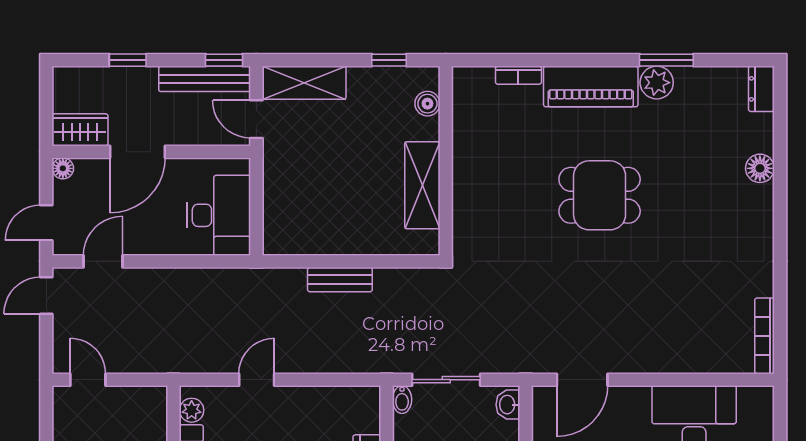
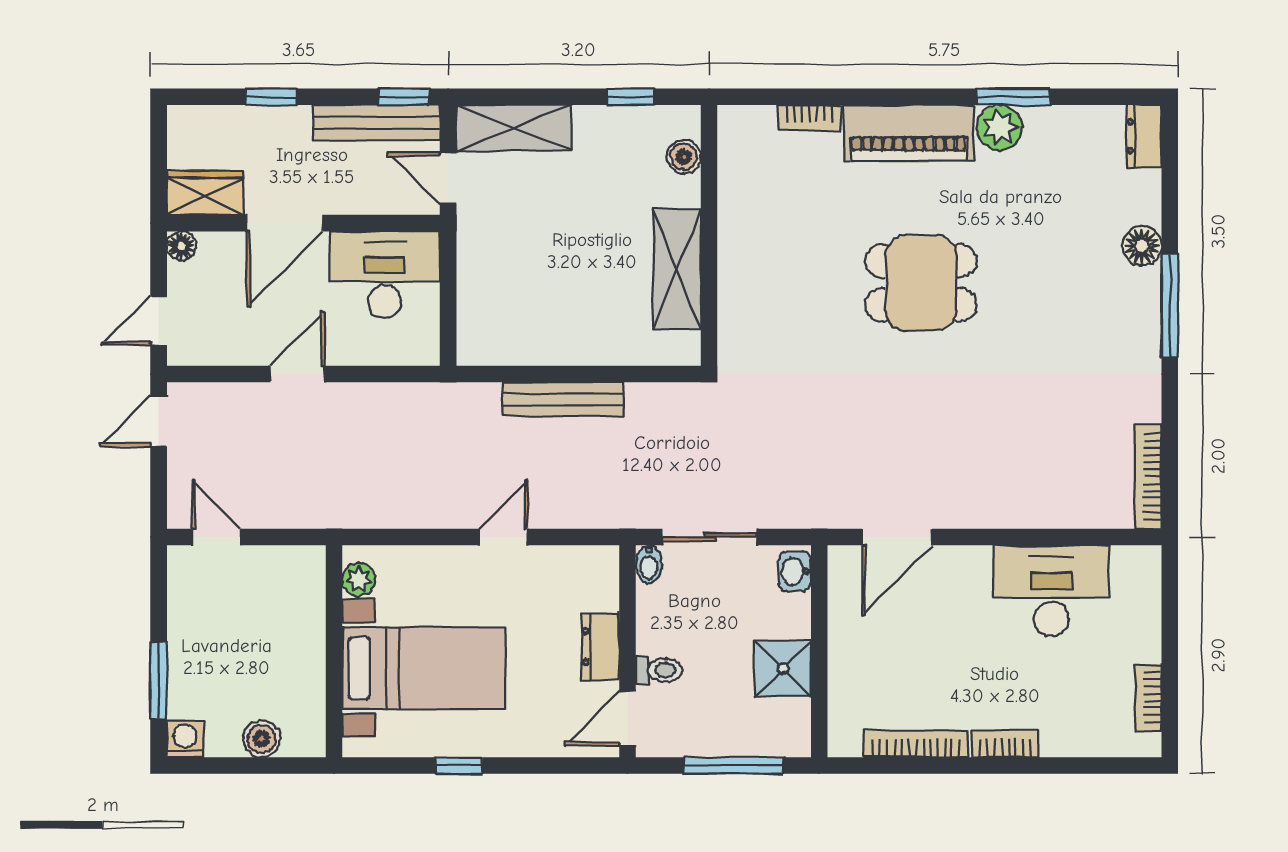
window: (780, 212) -> (1170, 305), added
desk: (219, 215) -> (385, 275), moved, turned -90
door: (103, 261) -> (298, 374), moved
bench: (340, 280) -> (563, 399), width x1.36
door: (257, 380) -> (503, 537), moved

